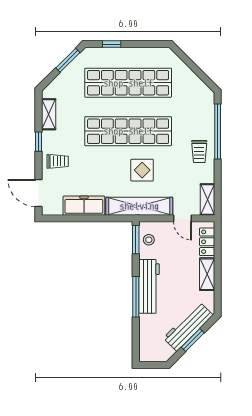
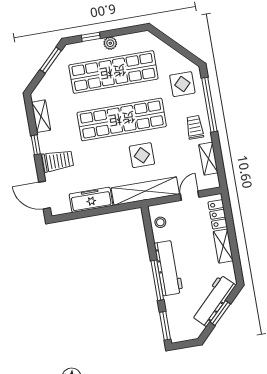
plant: (130, 54) -> (110, 43), added
display table: (194, 107) -> (182, 84), added
trolley: (199, 151) -> (195, 127), turned 180
trolley: (58, 161) -> (58, 161), width x1.36, depth x1.39
shelving: (207, 199) -> (208, 159), moved
door: (183, 218) -> (190, 196), swing flipped
window: (136, 240) -> (165, 326), moved

